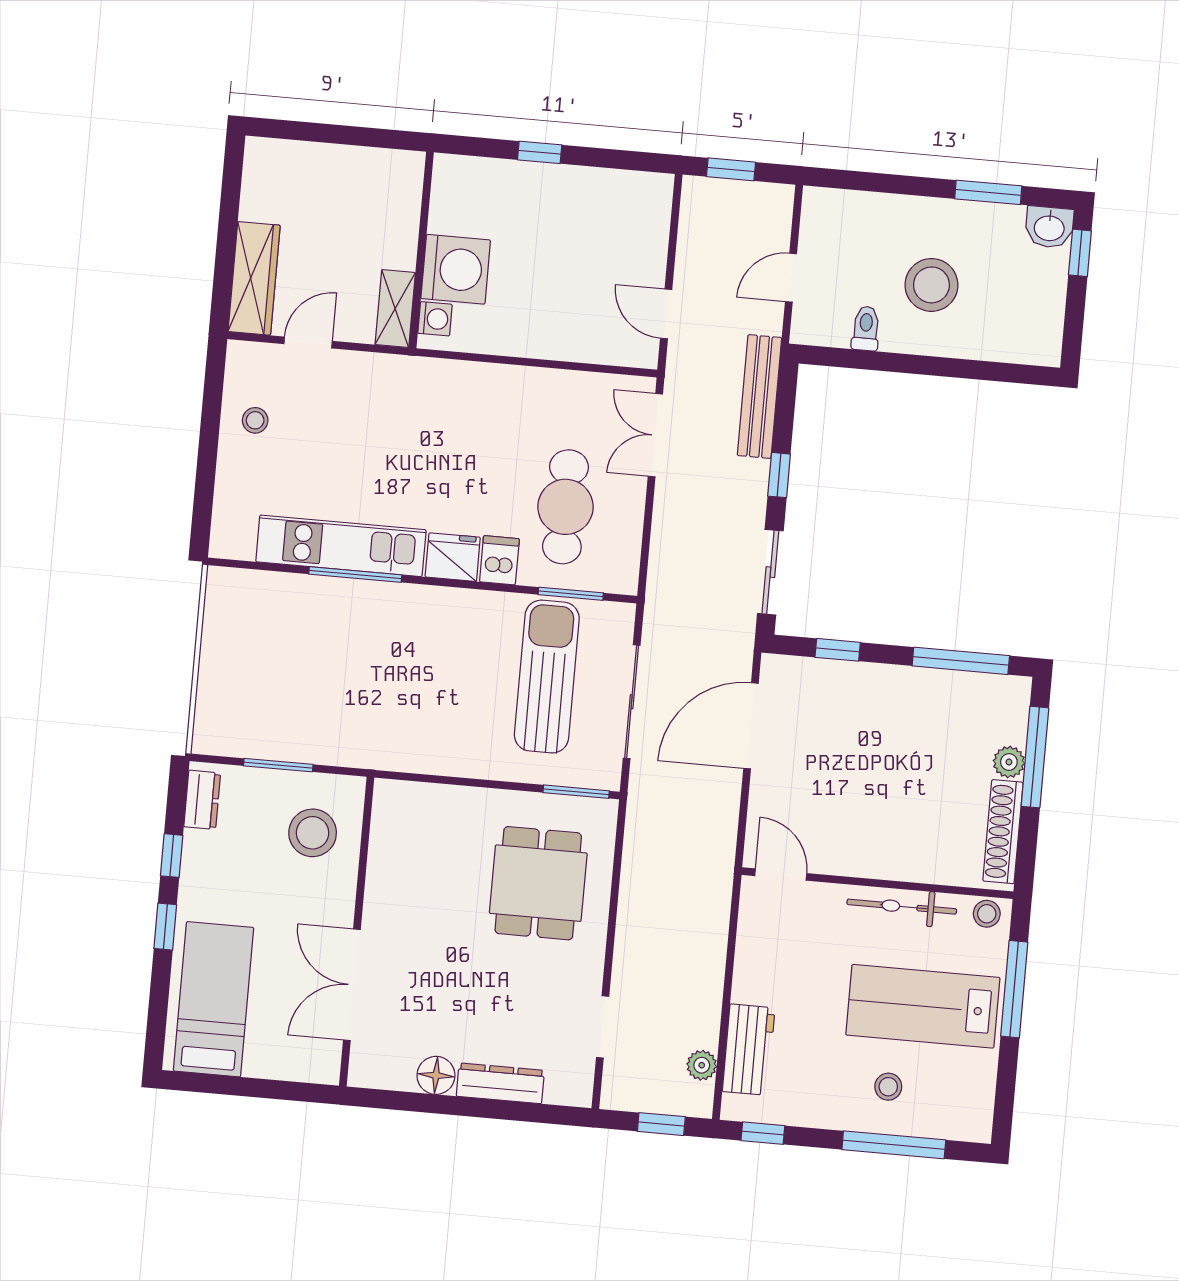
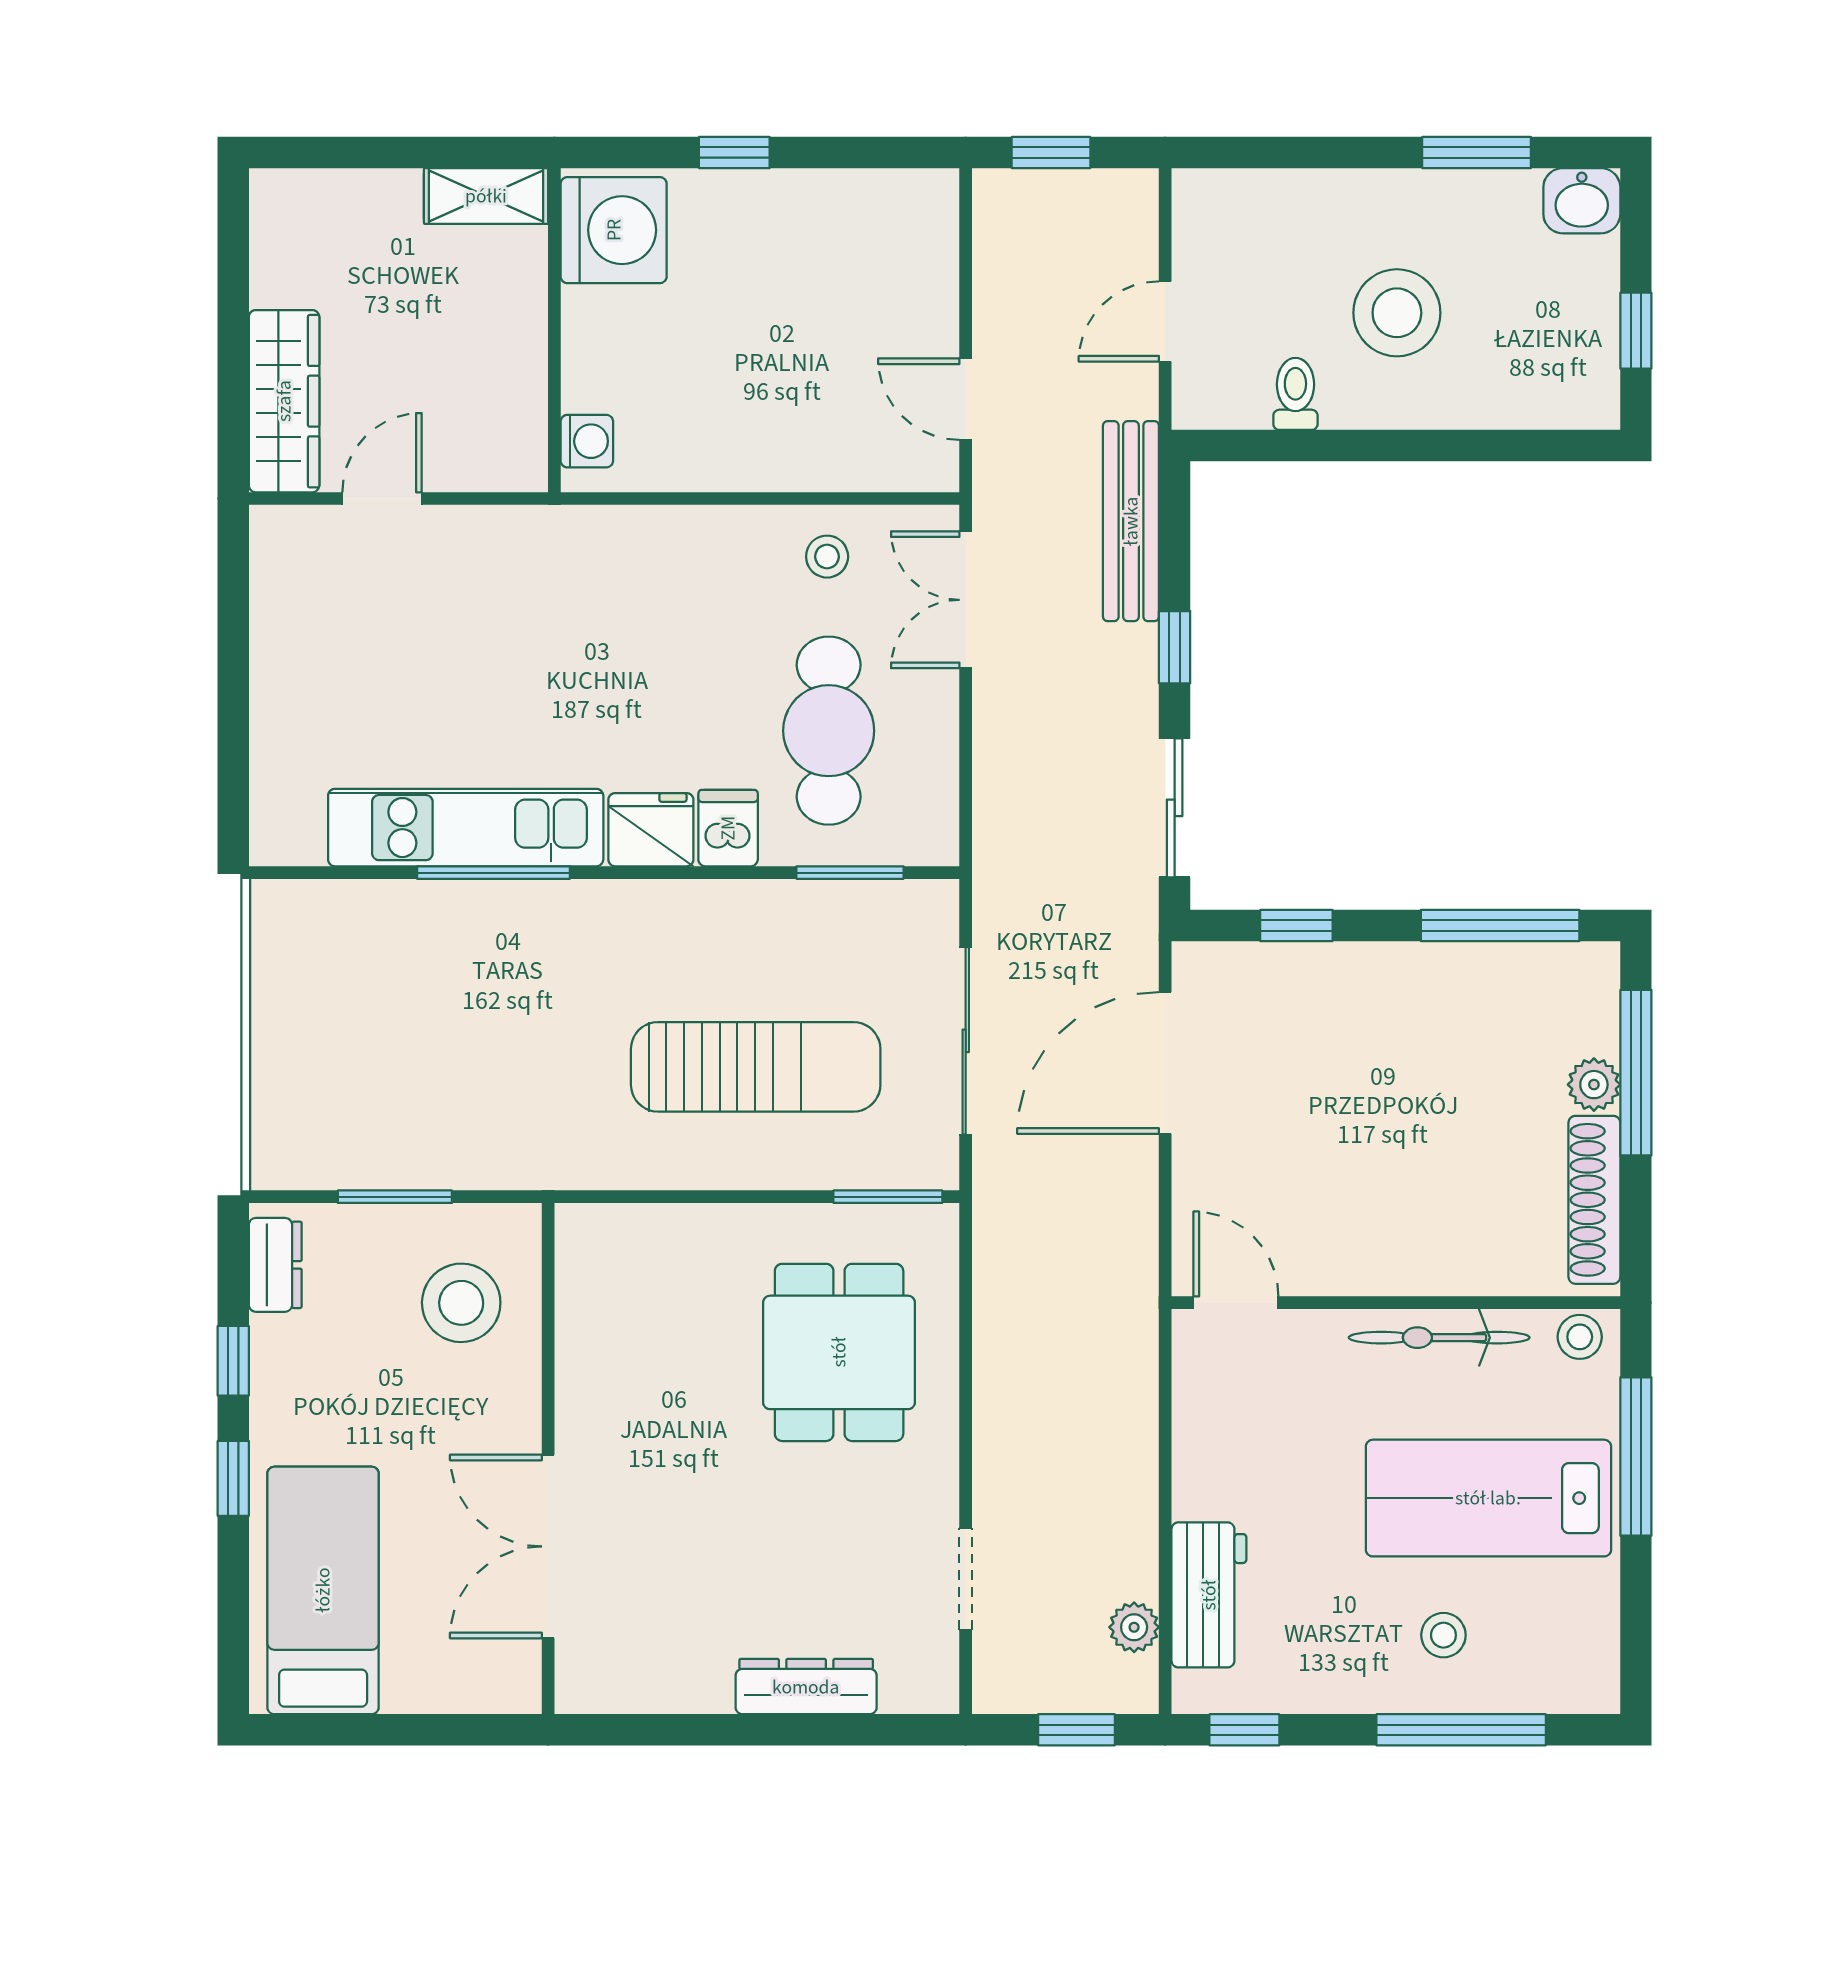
window: (1080, 253) -> (1636, 331), moved
washing machine: (456, 269) -> (614, 230), moved
shelving: (395, 309) -> (486, 196), moved, turned 90
stool: (255, 420) -> (827, 557), moved
sun lounger: (547, 677) -> (756, 1067), moved, turned 90
floor lamp: (436, 1075) -> (699, 1683), removed

